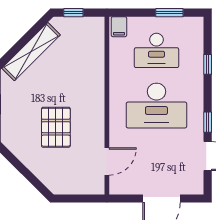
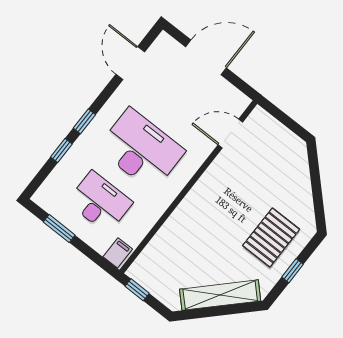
window: (73, 13) -> (137, 290), moved
window: (208, 122) -> (84, 121), moved
pallet: (56, 127) -> (271, 237), moved

